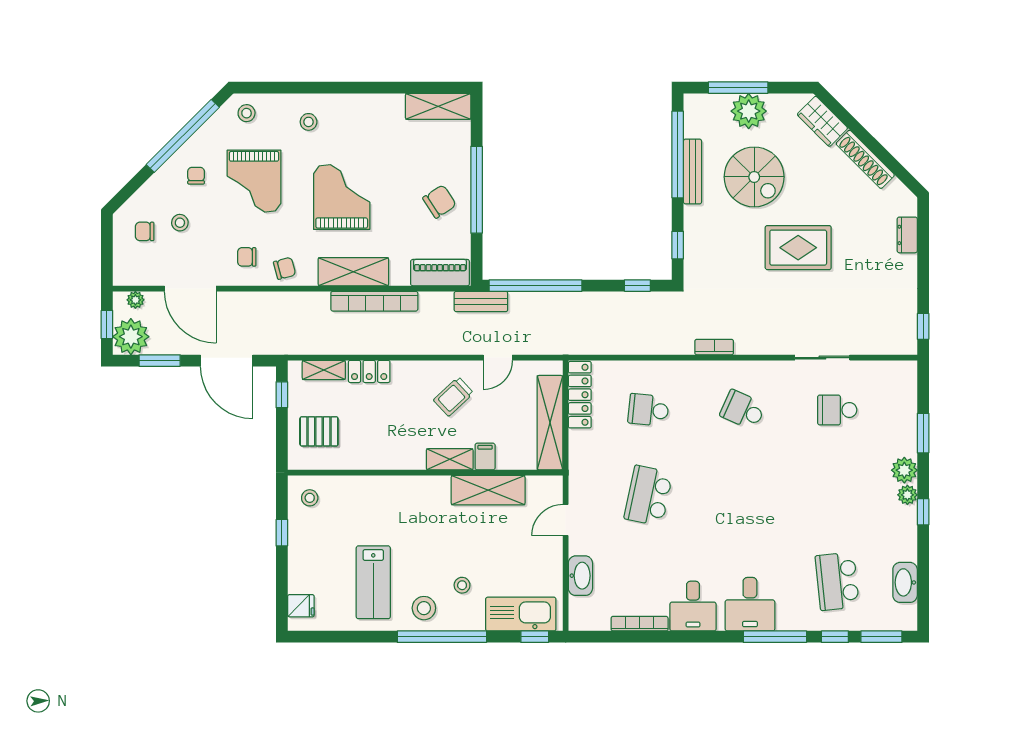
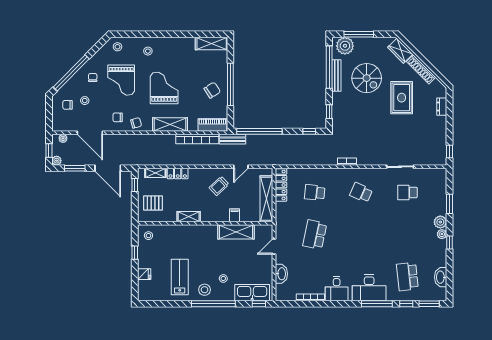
plant: (749, 111) -> (345, 46), moved
window: (183, 136) -> (71, 73), moved
rug: (798, 248) -> (402, 98), moved, turned 90
bookcase: (374, 301) -> (197, 139), moved
plant: (131, 337) -> (57, 161), width x0.53, depth x0.53
shelving: (450, 459) -> (189, 217), moved
lab bench: (373, 582) -> (180, 277), turned 180
desk: (750, 604) -> (369, 288), width x1.37
fridge: (301, 606) -> (144, 274), moved

